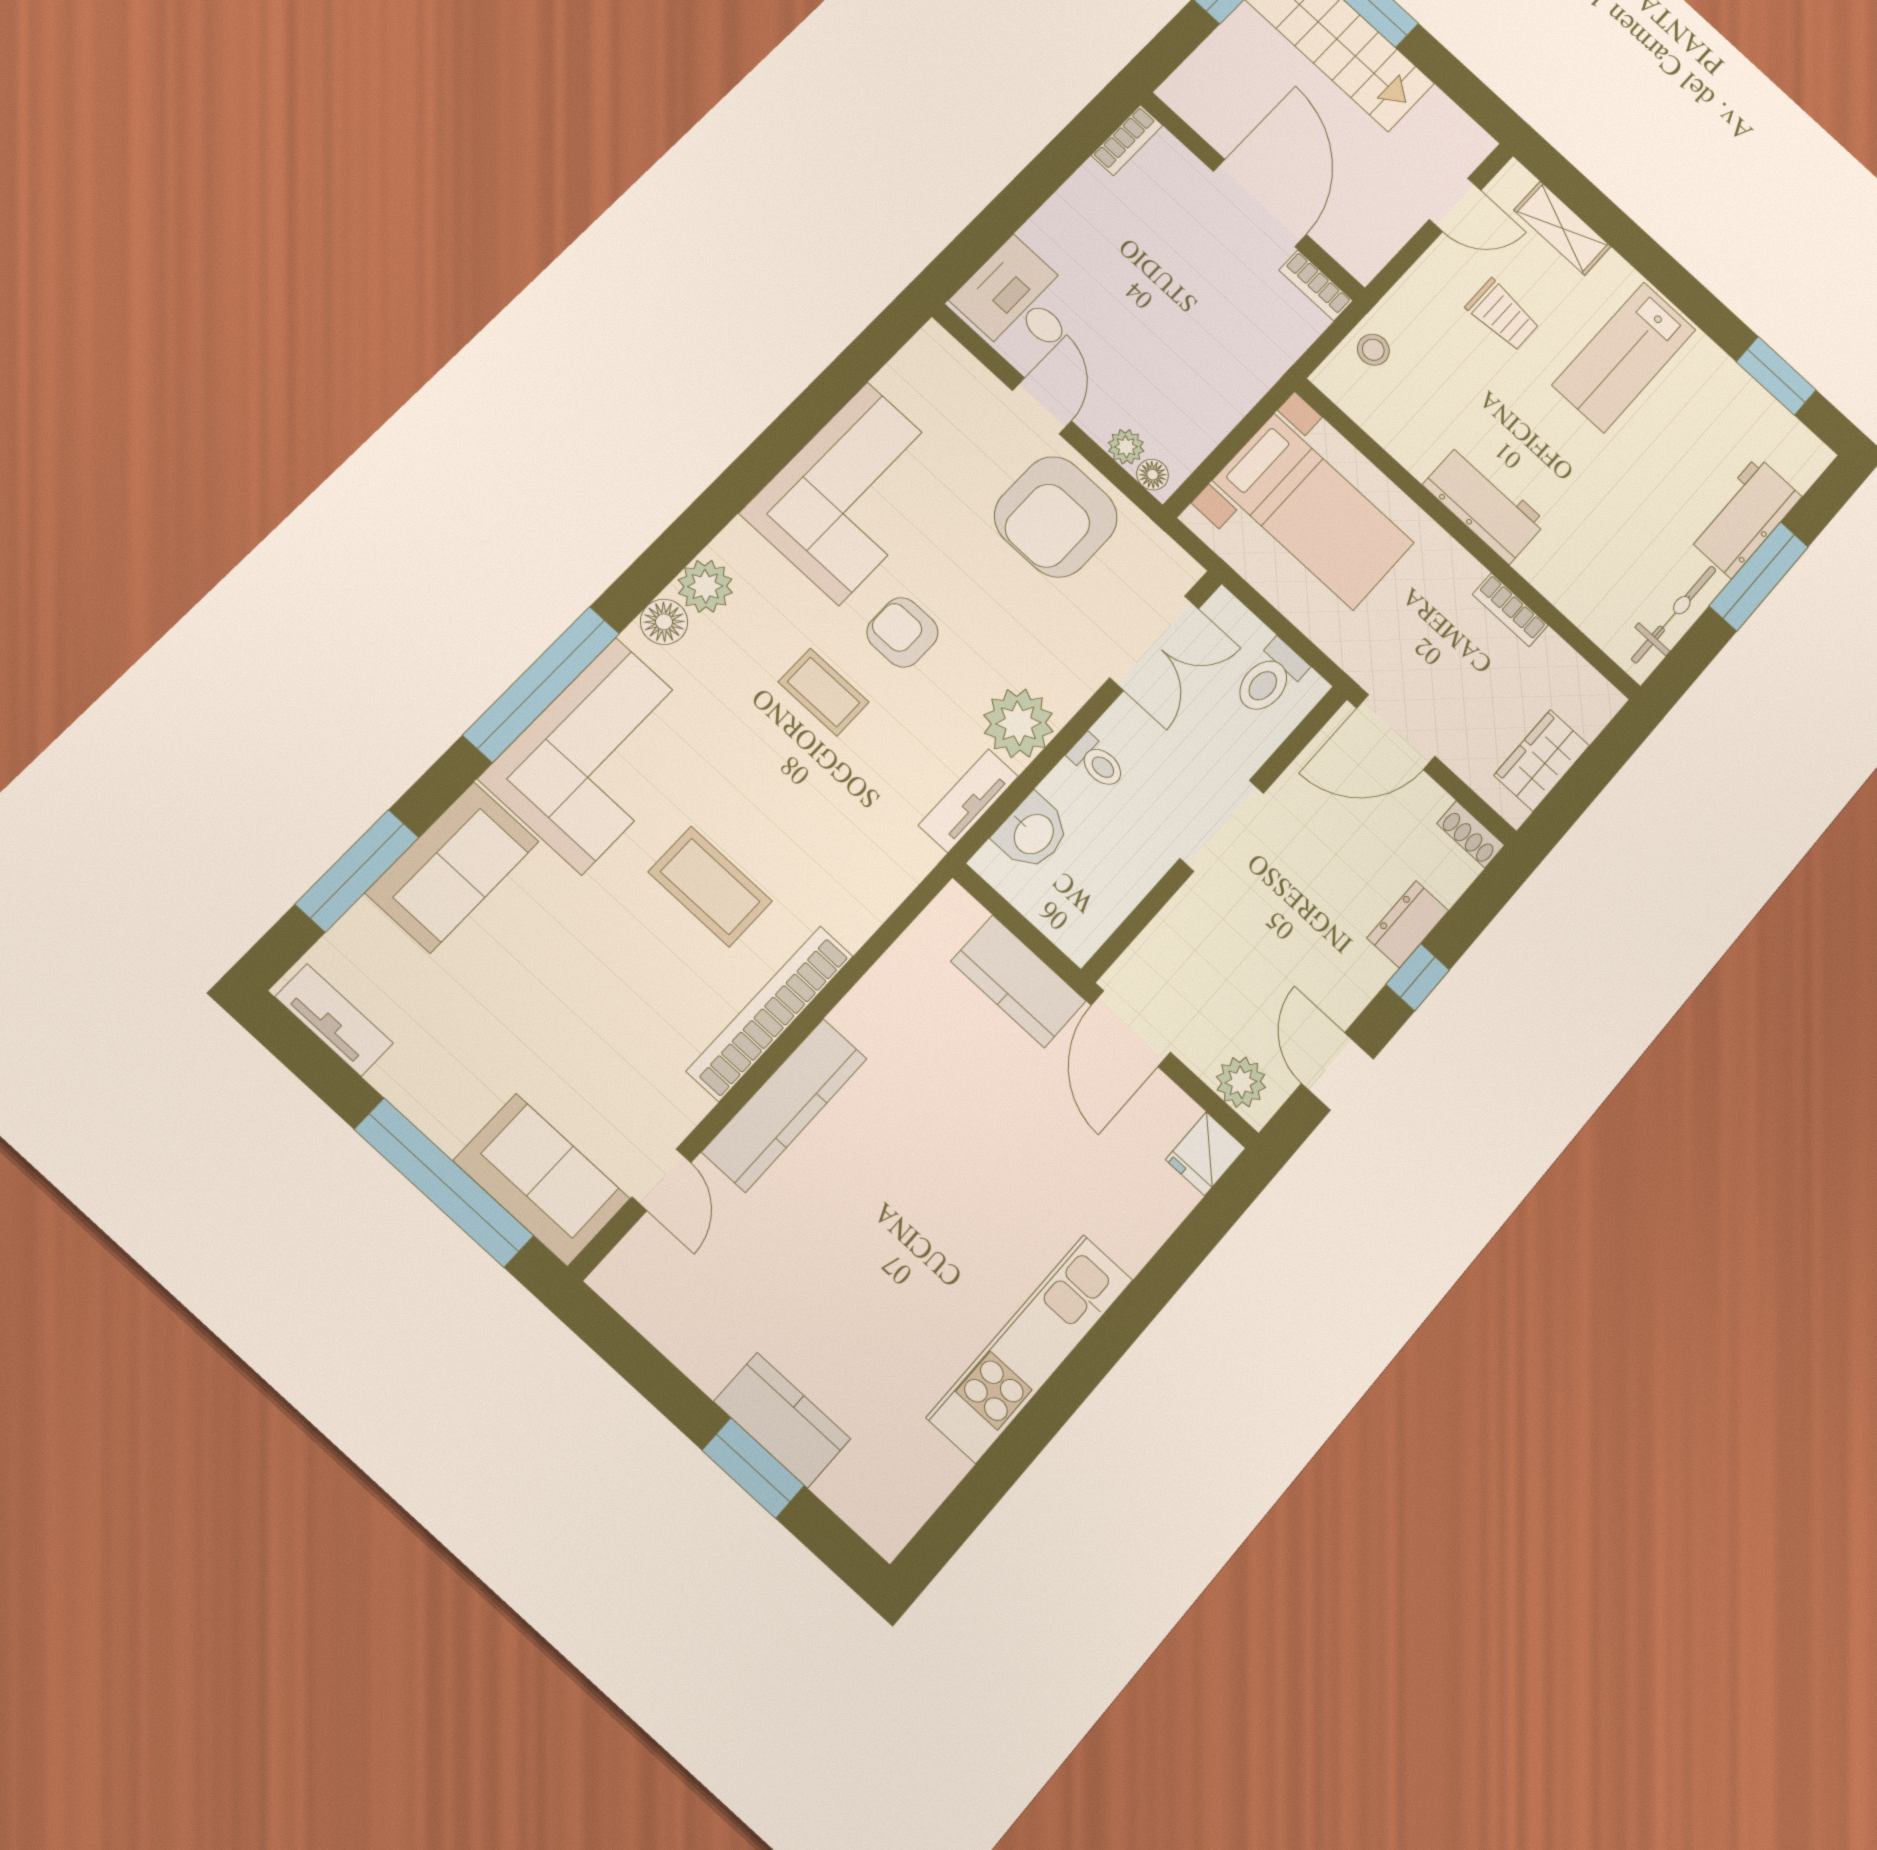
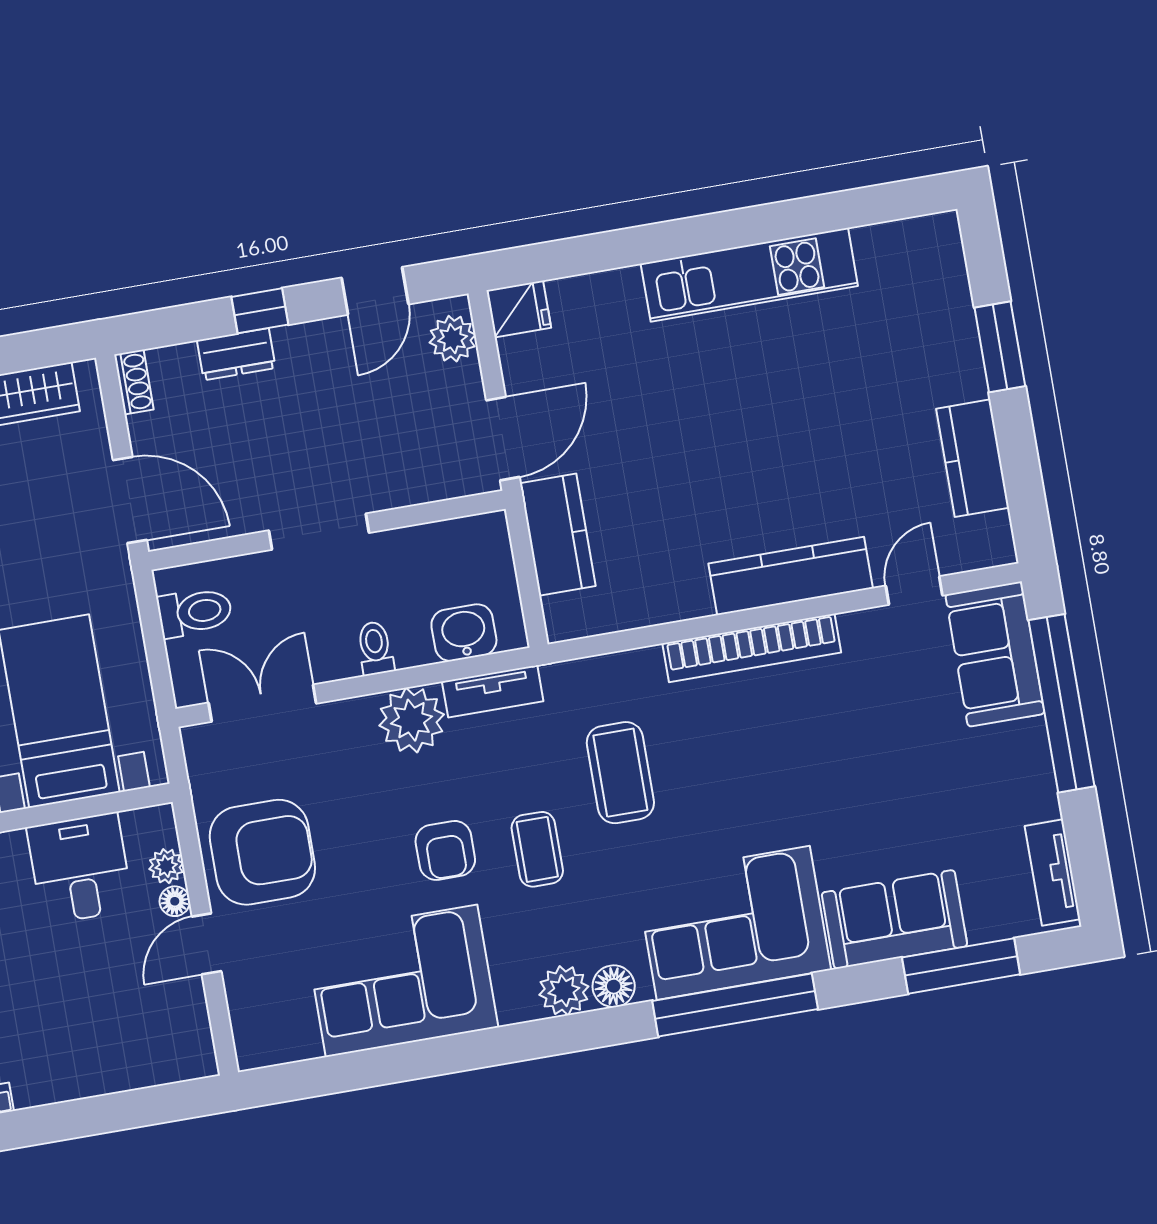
desk: (1020, 303) -> (80, 868), moved, turned 180
floor lamp: (1153, 475) -> (175, 901), moved
coffee table: (710, 887) -> (620, 773), moved
kitchen counter: (782, 1420) -> (973, 458), moved

